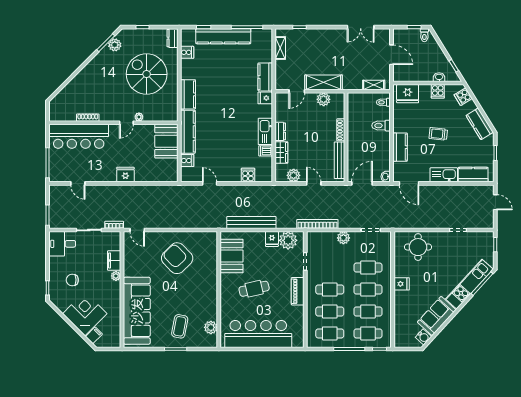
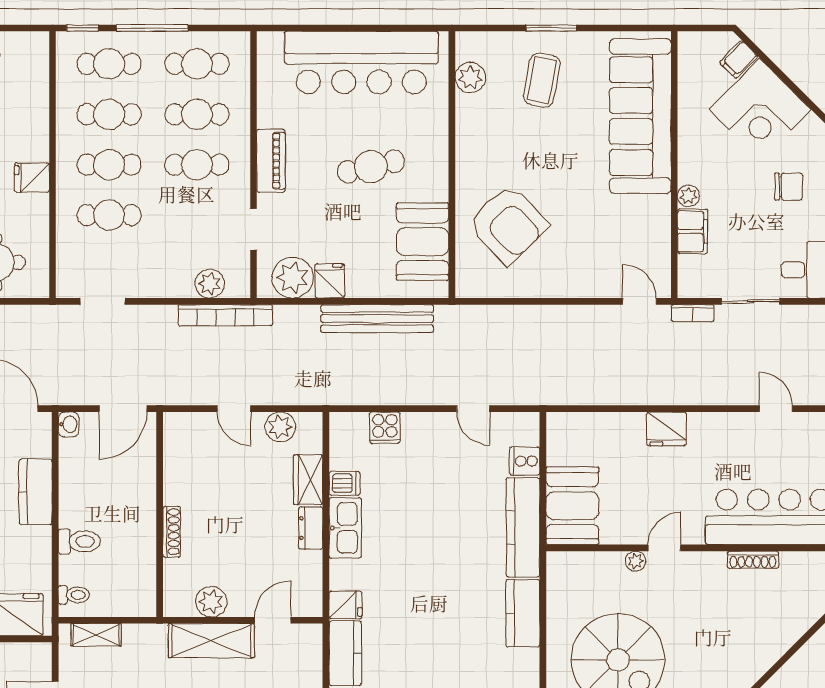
bench: (339, 160) -> (175, 462), removed
plant: (343, 238) -> (210, 284), moved
armchair: (177, 258) -> (508, 224), moved

